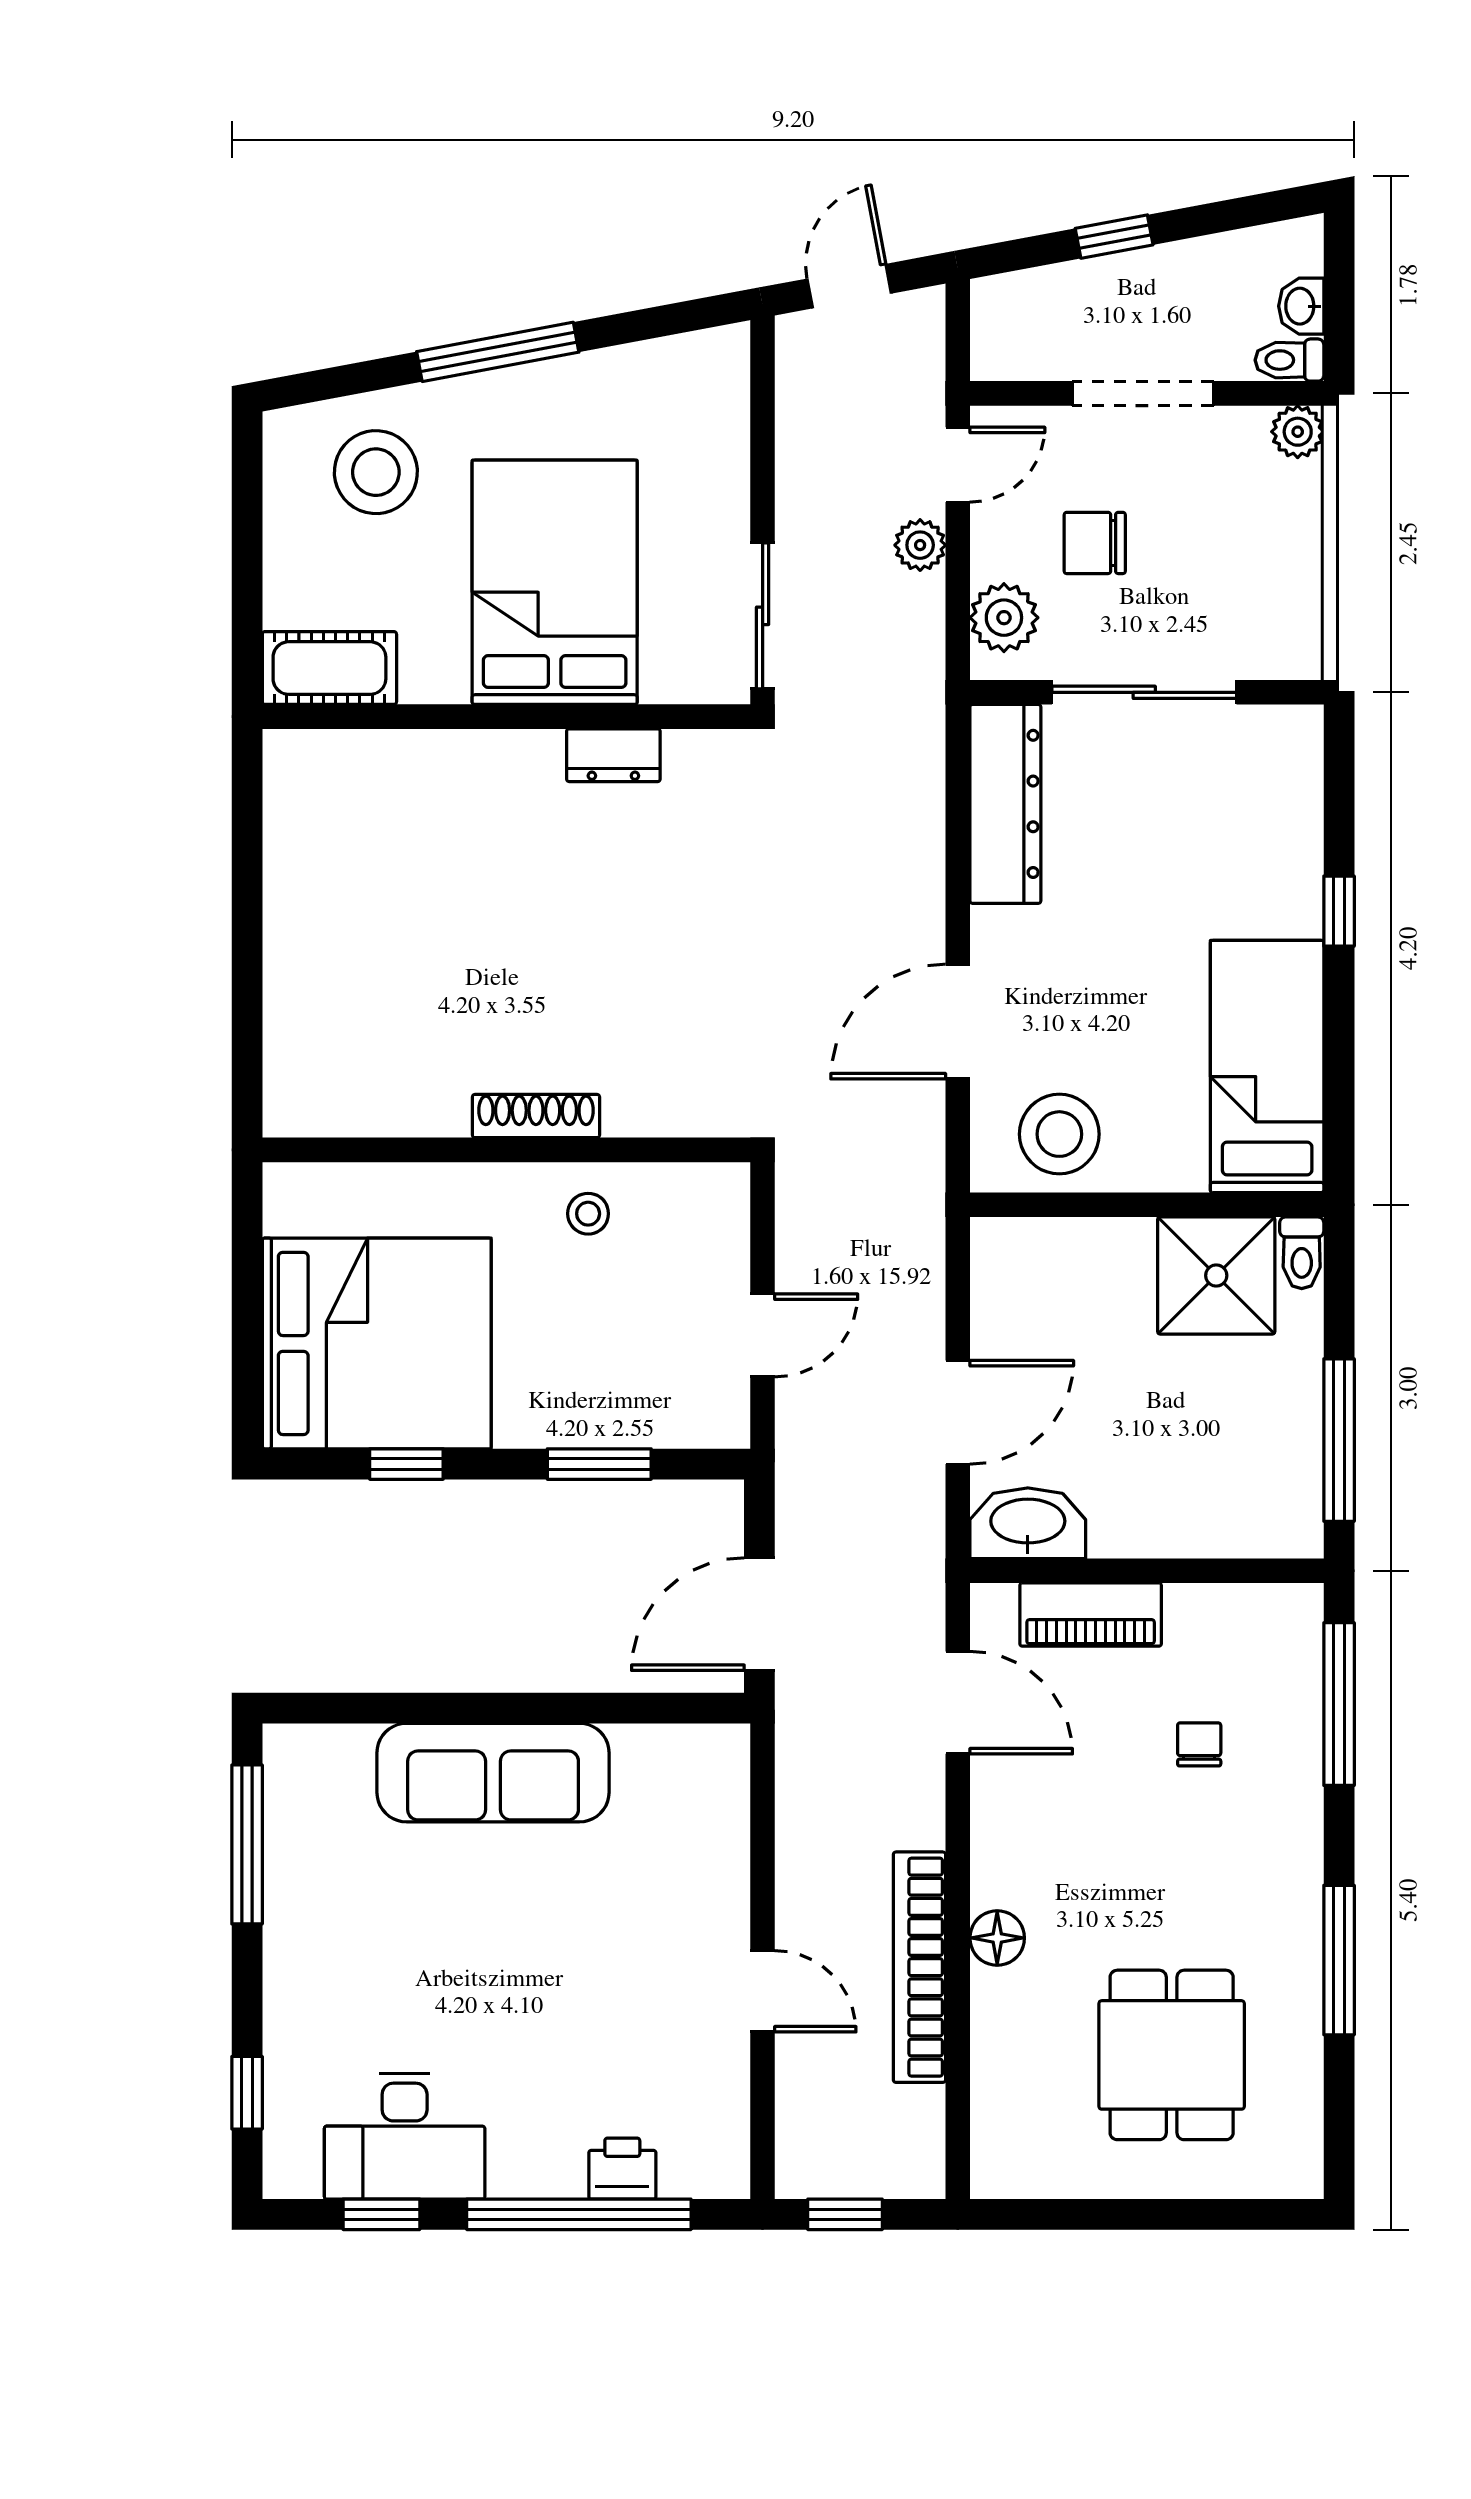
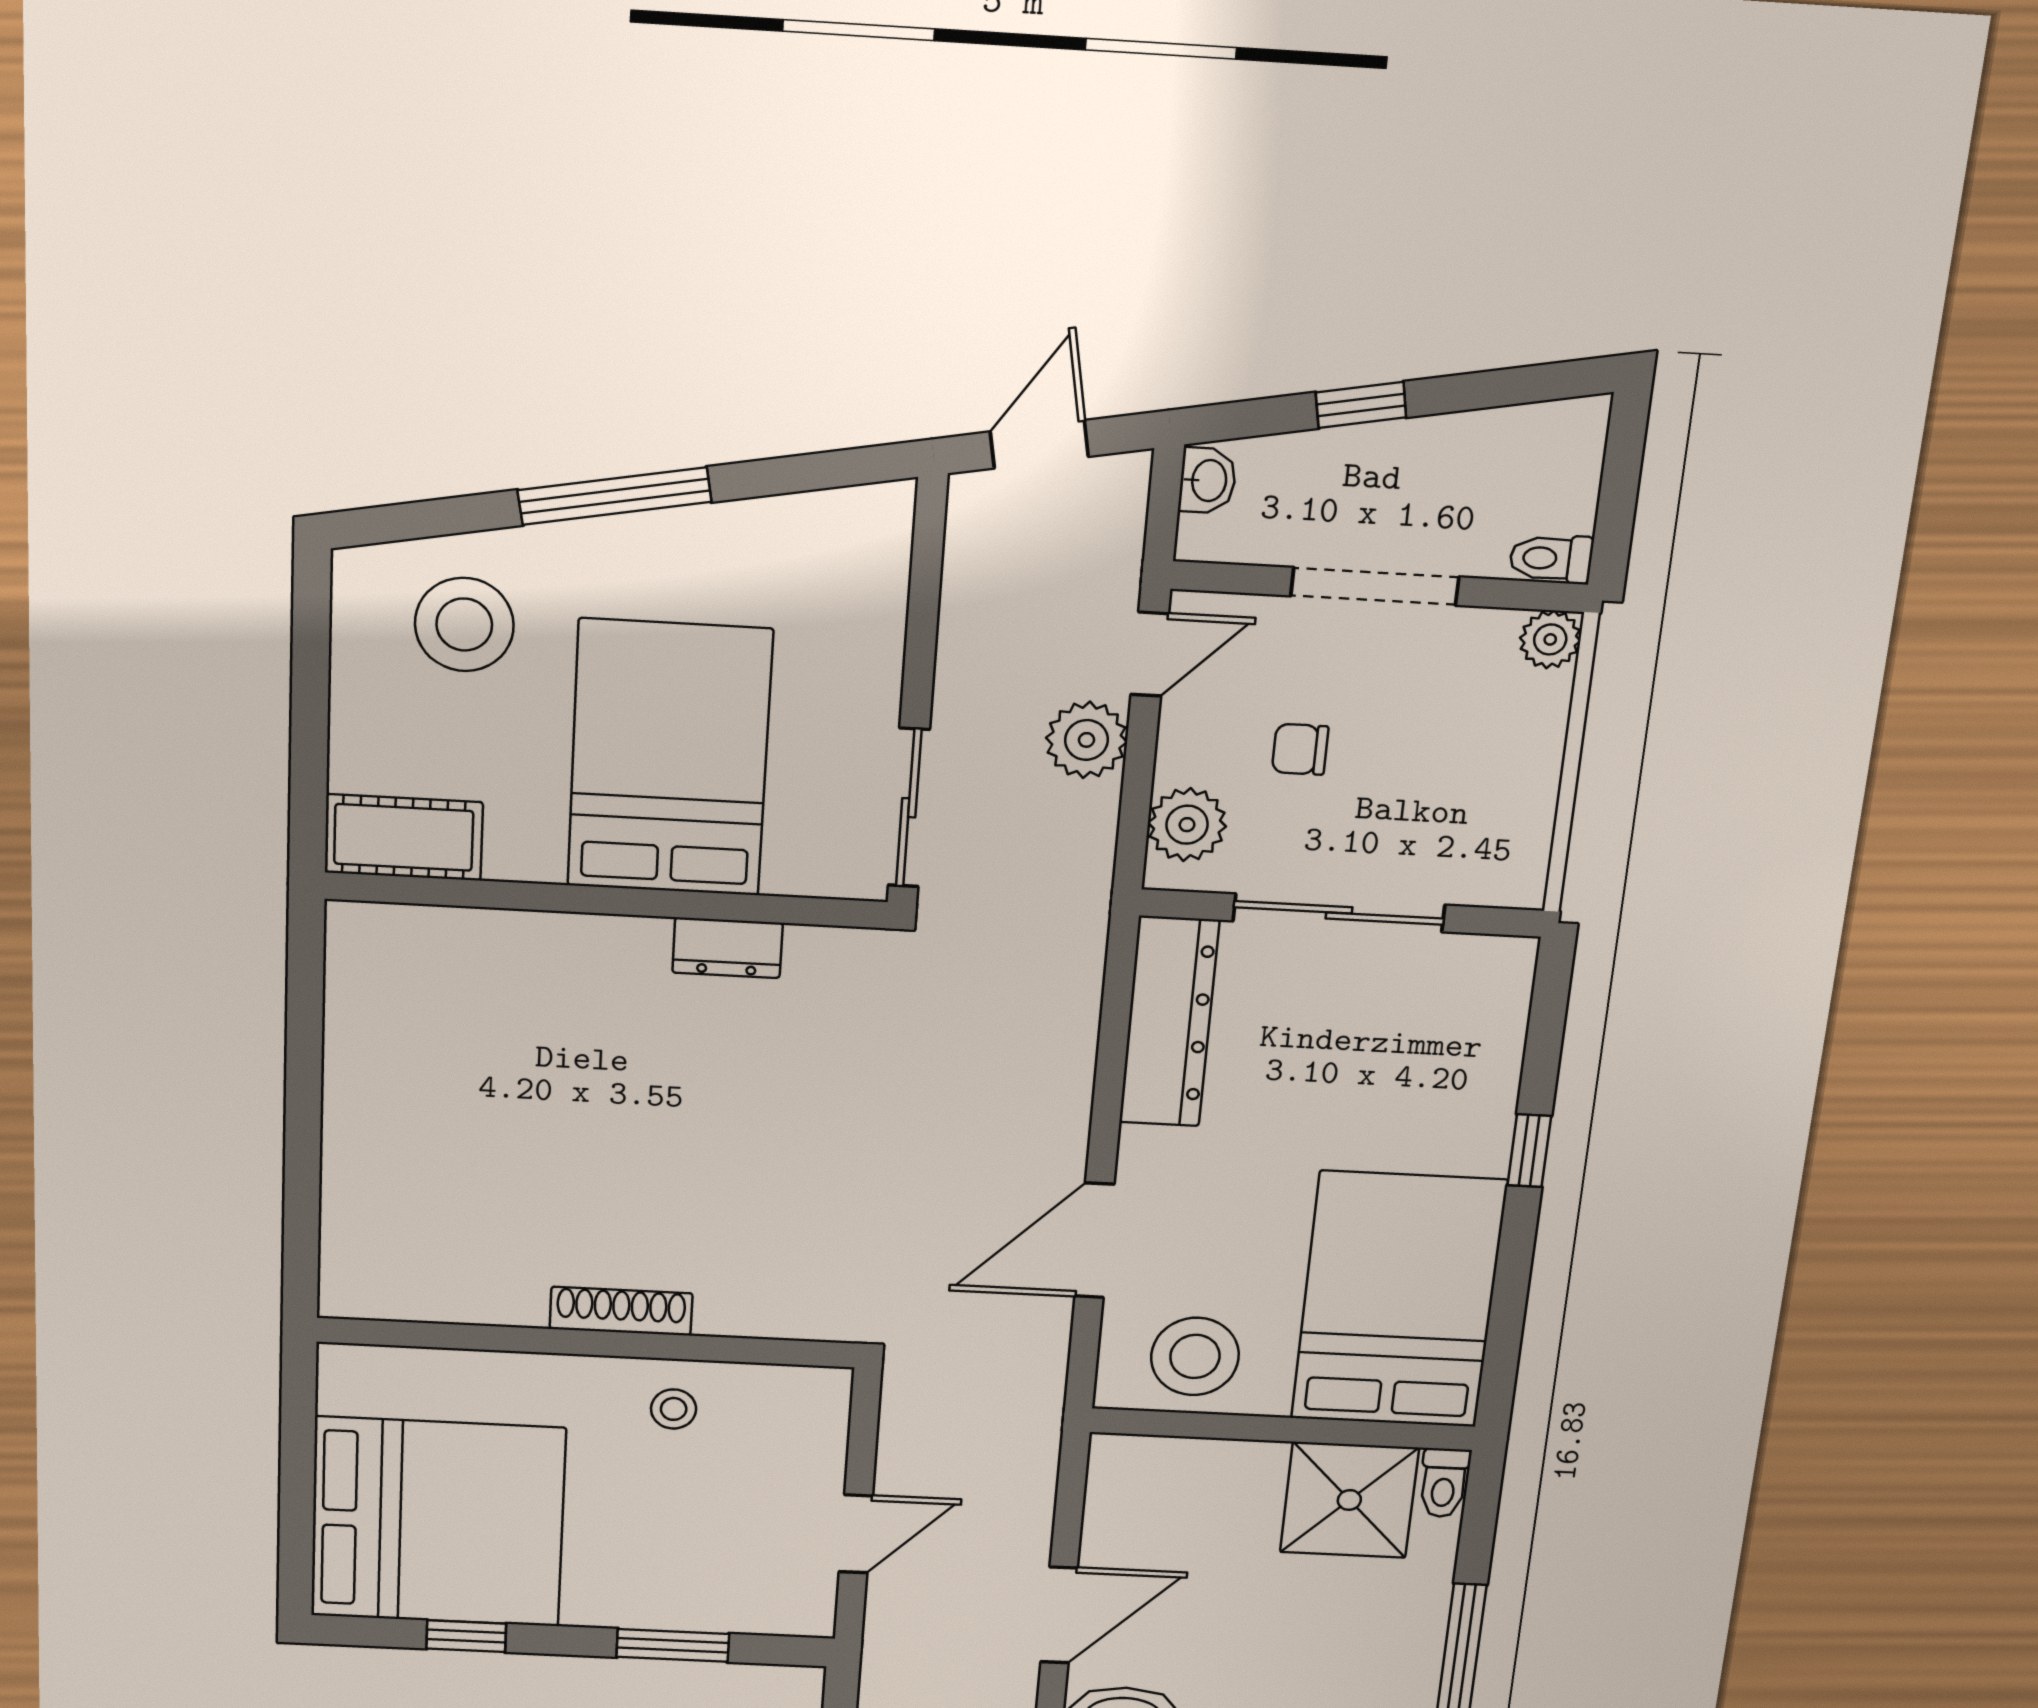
washbasin: (1301, 306) -> (1208, 481), moved, turned 180
chair: (1095, 543) -> (1300, 749), width x0.73, depth x0.73
plant: (920, 545) -> (1087, 740), width x1.38, depth x1.38
bed: (1267, 1067) -> (1399, 1300), width x1.50

